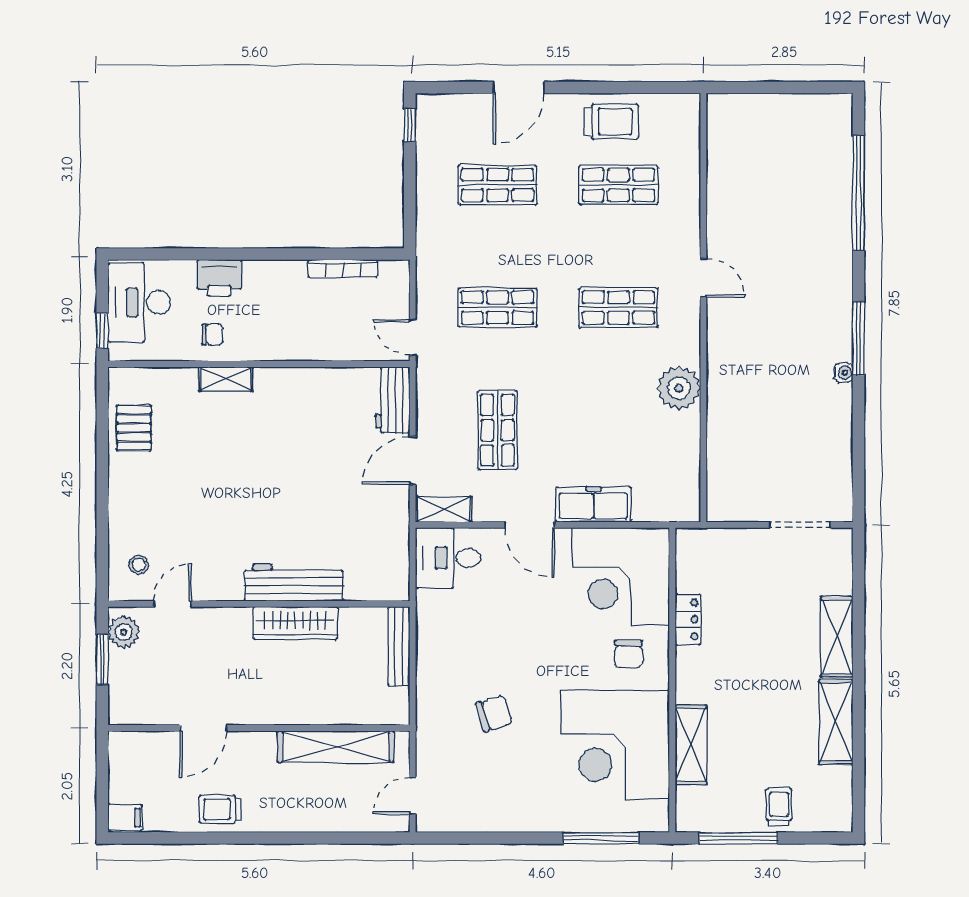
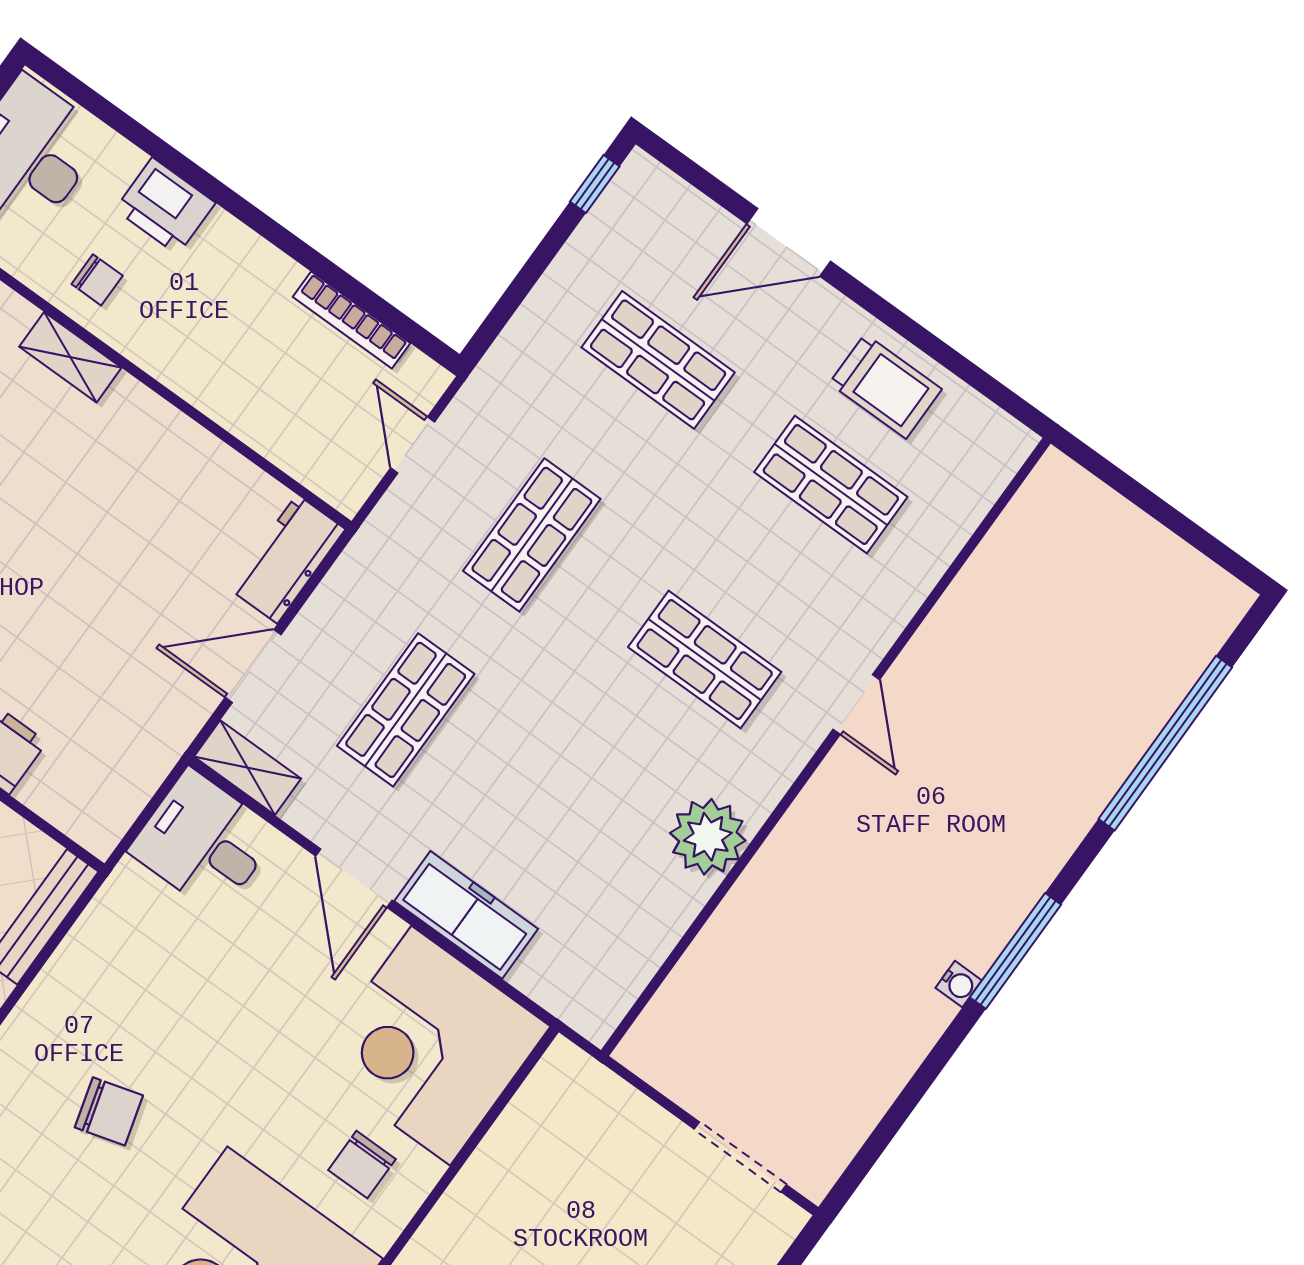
shop shelf: (497, 308) -> (532, 535), turned 90
door: (413, 337) -> (413, 445), moved
locker: (688, 619) -> (483, 1176), removed

